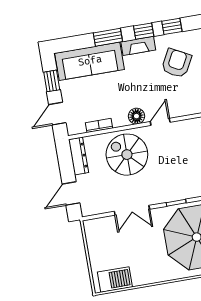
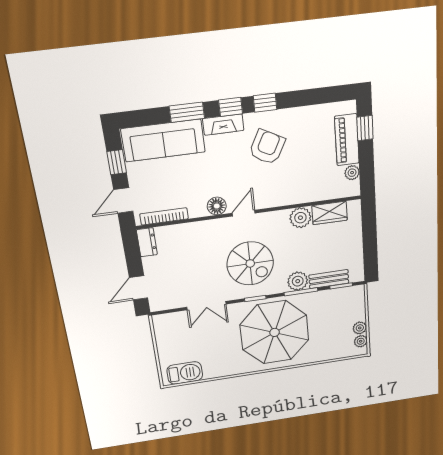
bookcase: (99, 125) -> (164, 216), width x1.56
spiral stairs: (127, 155) -> (250, 263), moved, turned 180
dresser: (79, 156) -> (147, 242), width x0.70

